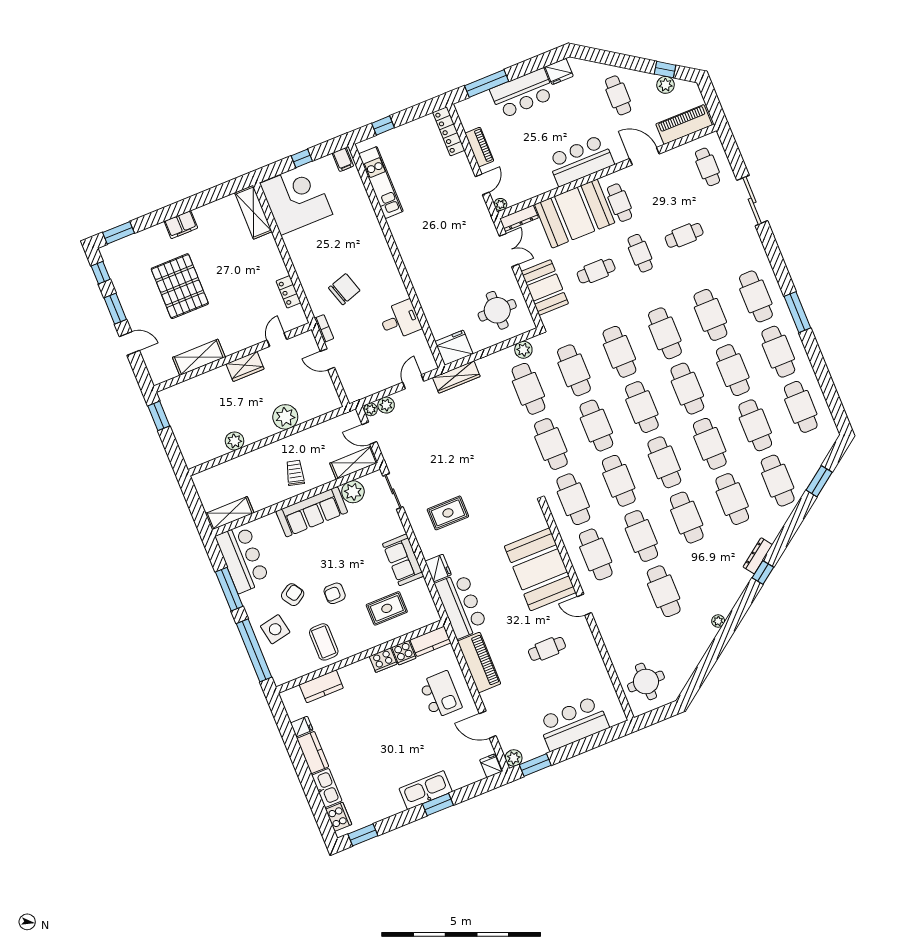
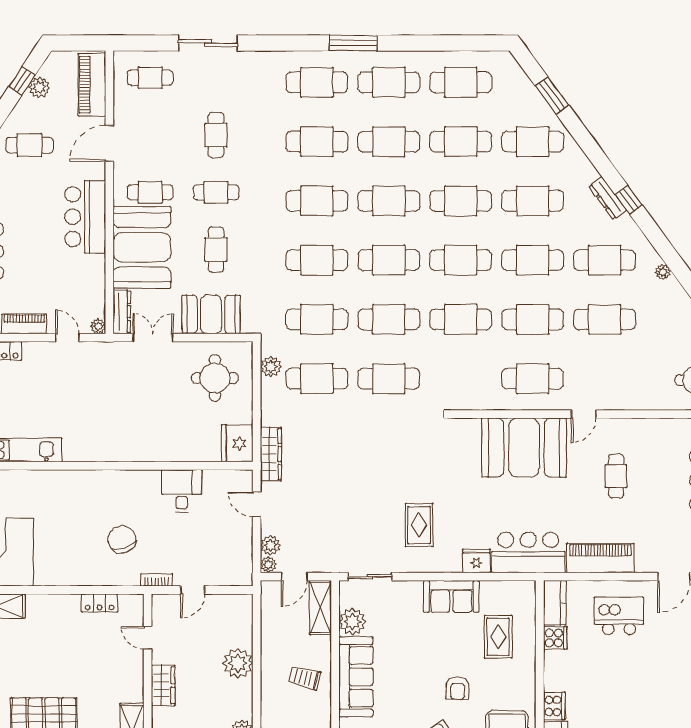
cafe table: (573, 499) -> (605, 260), moved
cooker: (383, 660) -> (554, 706), moved

